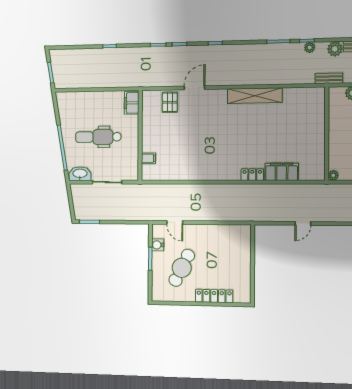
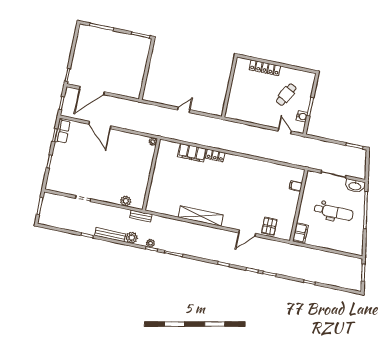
cafe table: (182, 268) -> (286, 95), width x0.73, depth x0.74

